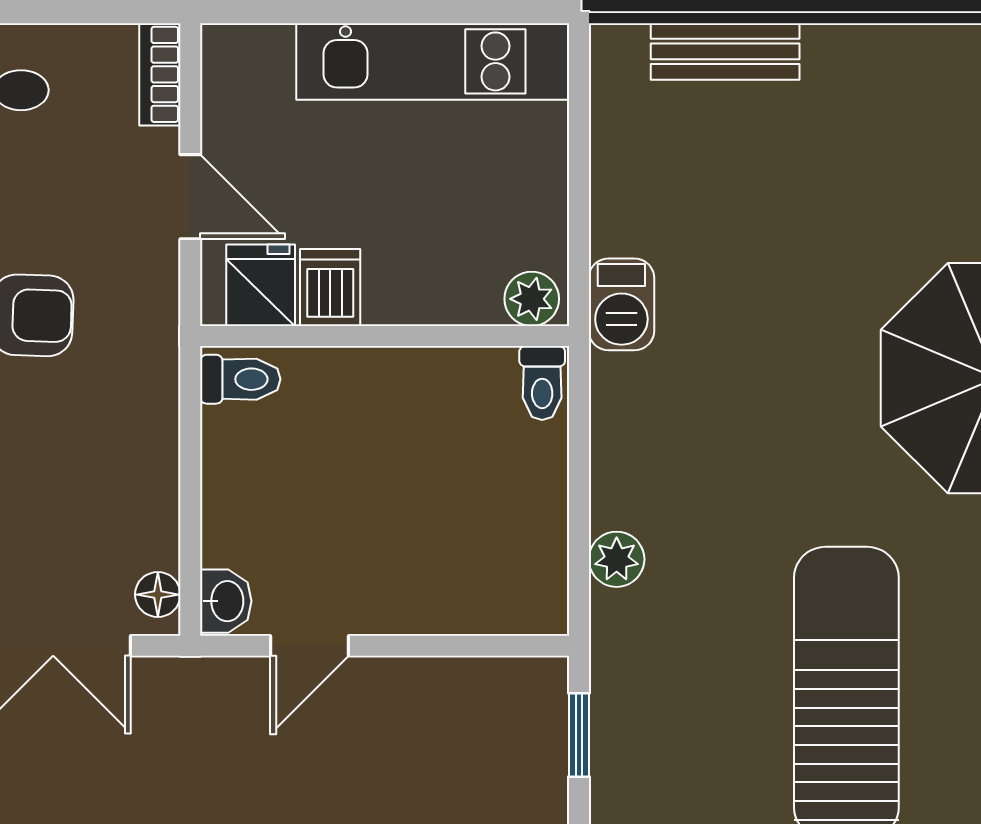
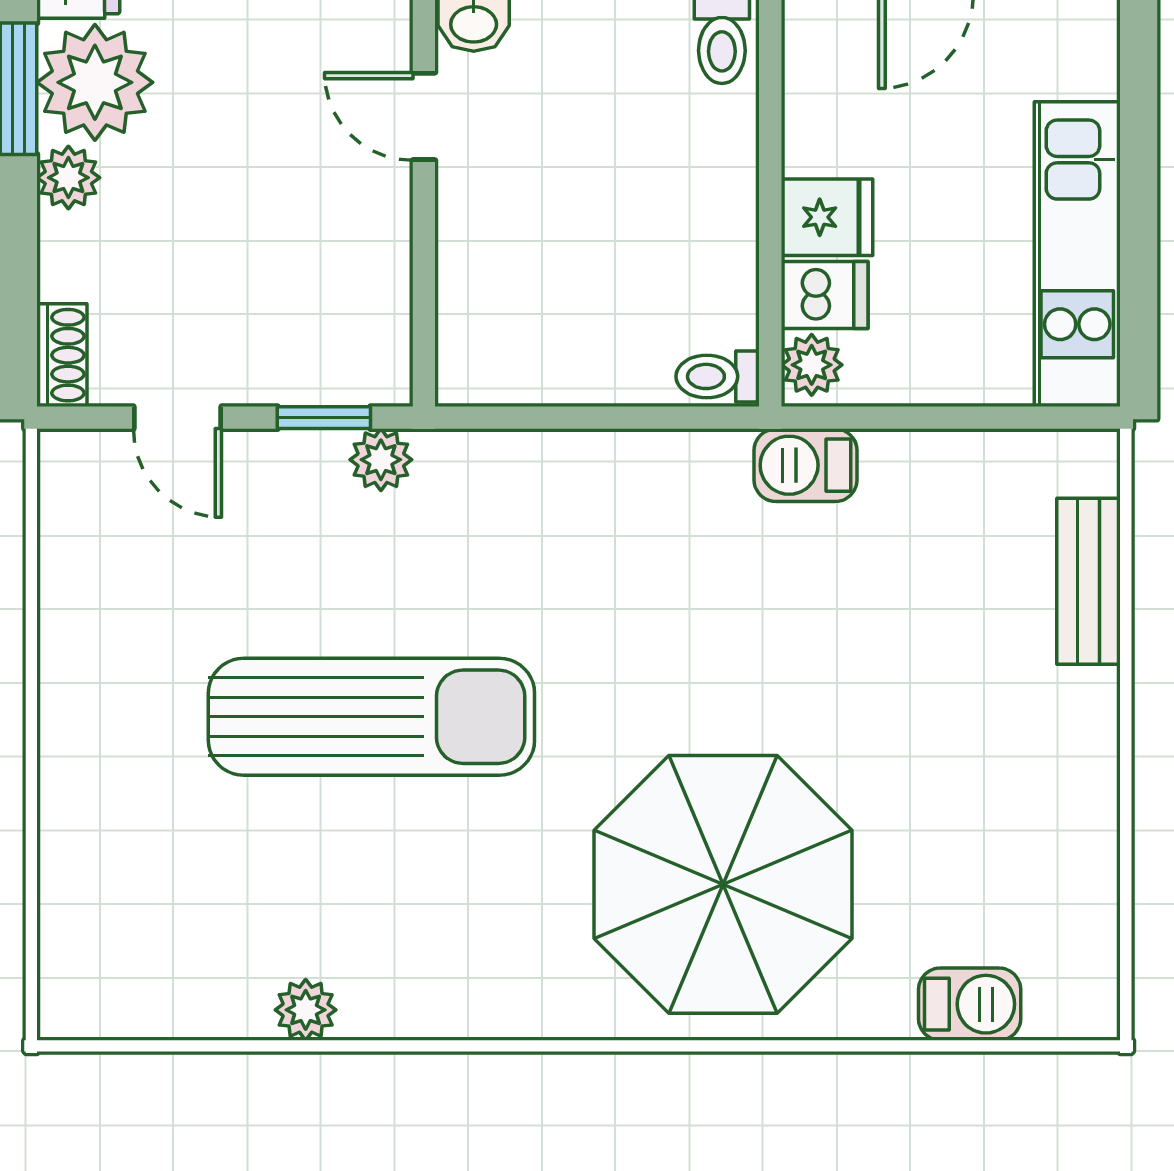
fridge: (261, 285) -> (827, 217), moved
dishwasher: (330, 287) -> (825, 295), moved
plant: (617, 559) -> (381, 460), moved

